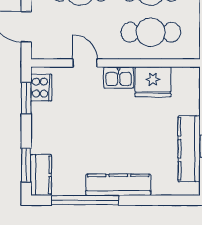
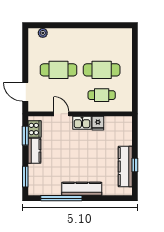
cafe table: (151, 32) -> (102, 95), width x0.73, depth x0.74
fridge: (153, 82) -> (98, 123), width x0.53, depth x0.75
kitchen counter: (41, 175) -> (34, 151), moved

